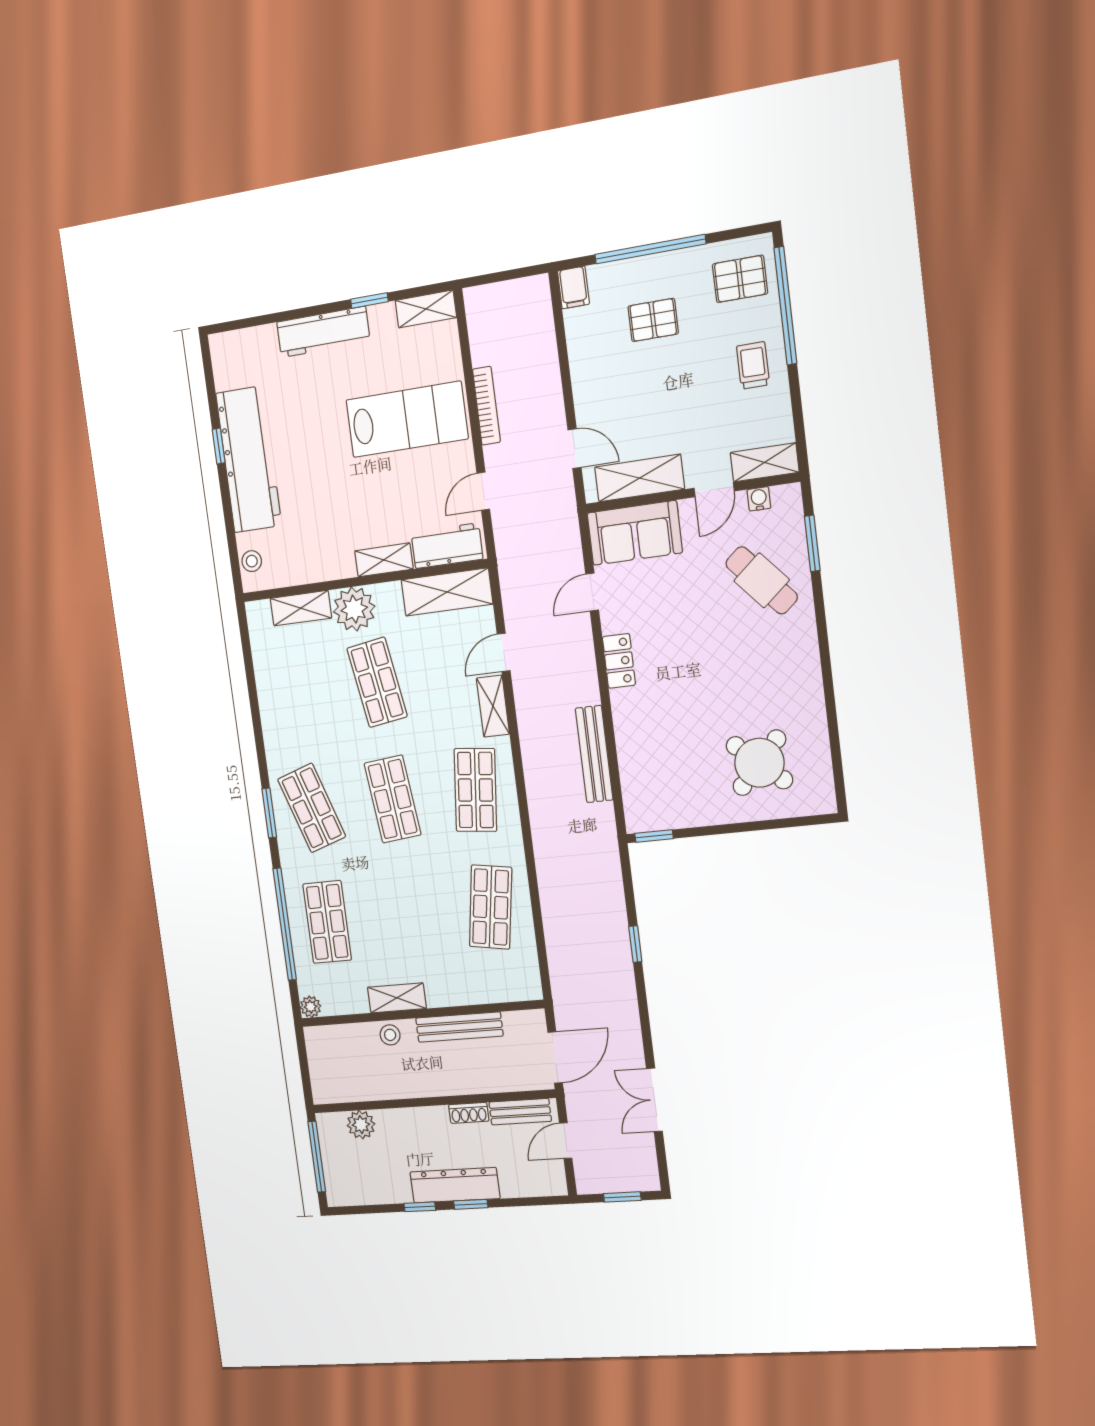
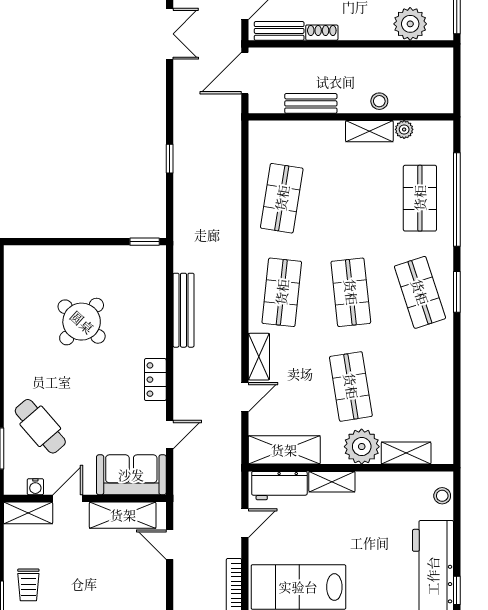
round table: (759, 763) -> (82, 322), moved
plant: (311, 1007) -> (404, 129), moved
bench: (459, 1027) -> (311, 103), width x0.73
plant: (361, 1125) -> (410, 24), width x1.36, depth x1.36

